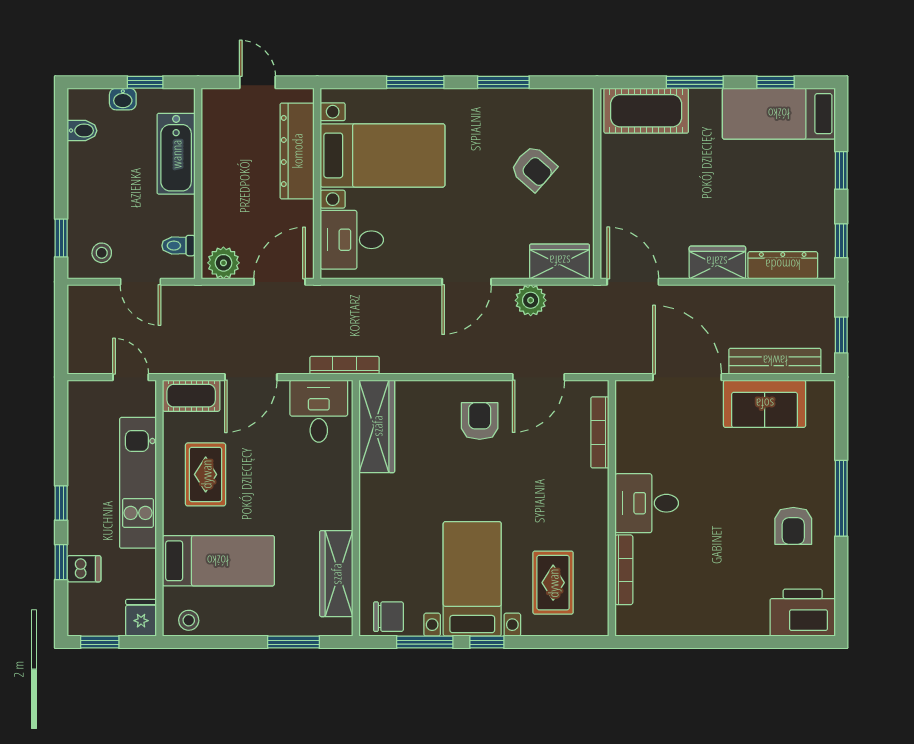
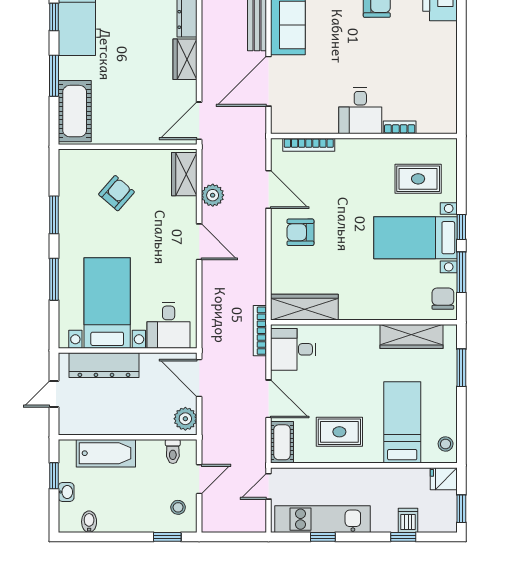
kitchen unit: (138, 483) -> (322, 519), moved, turned 180
window: (61, 503) -> (323, 537), moved
bookcase: (624, 570) -> (400, 127), width x0.64

